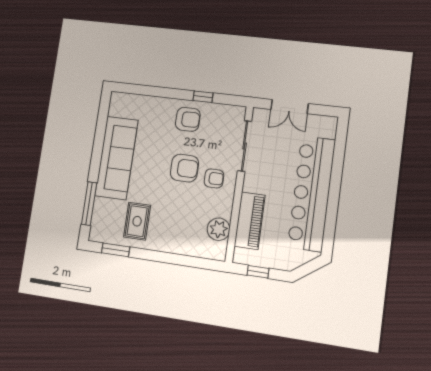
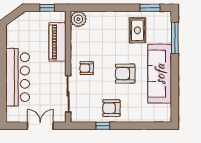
armchair: (184, 168) -> (125, 74), moved
bar counter: (312, 193) -> (18, 77), width x0.73
plant: (219, 229) -> (78, 19), moved

